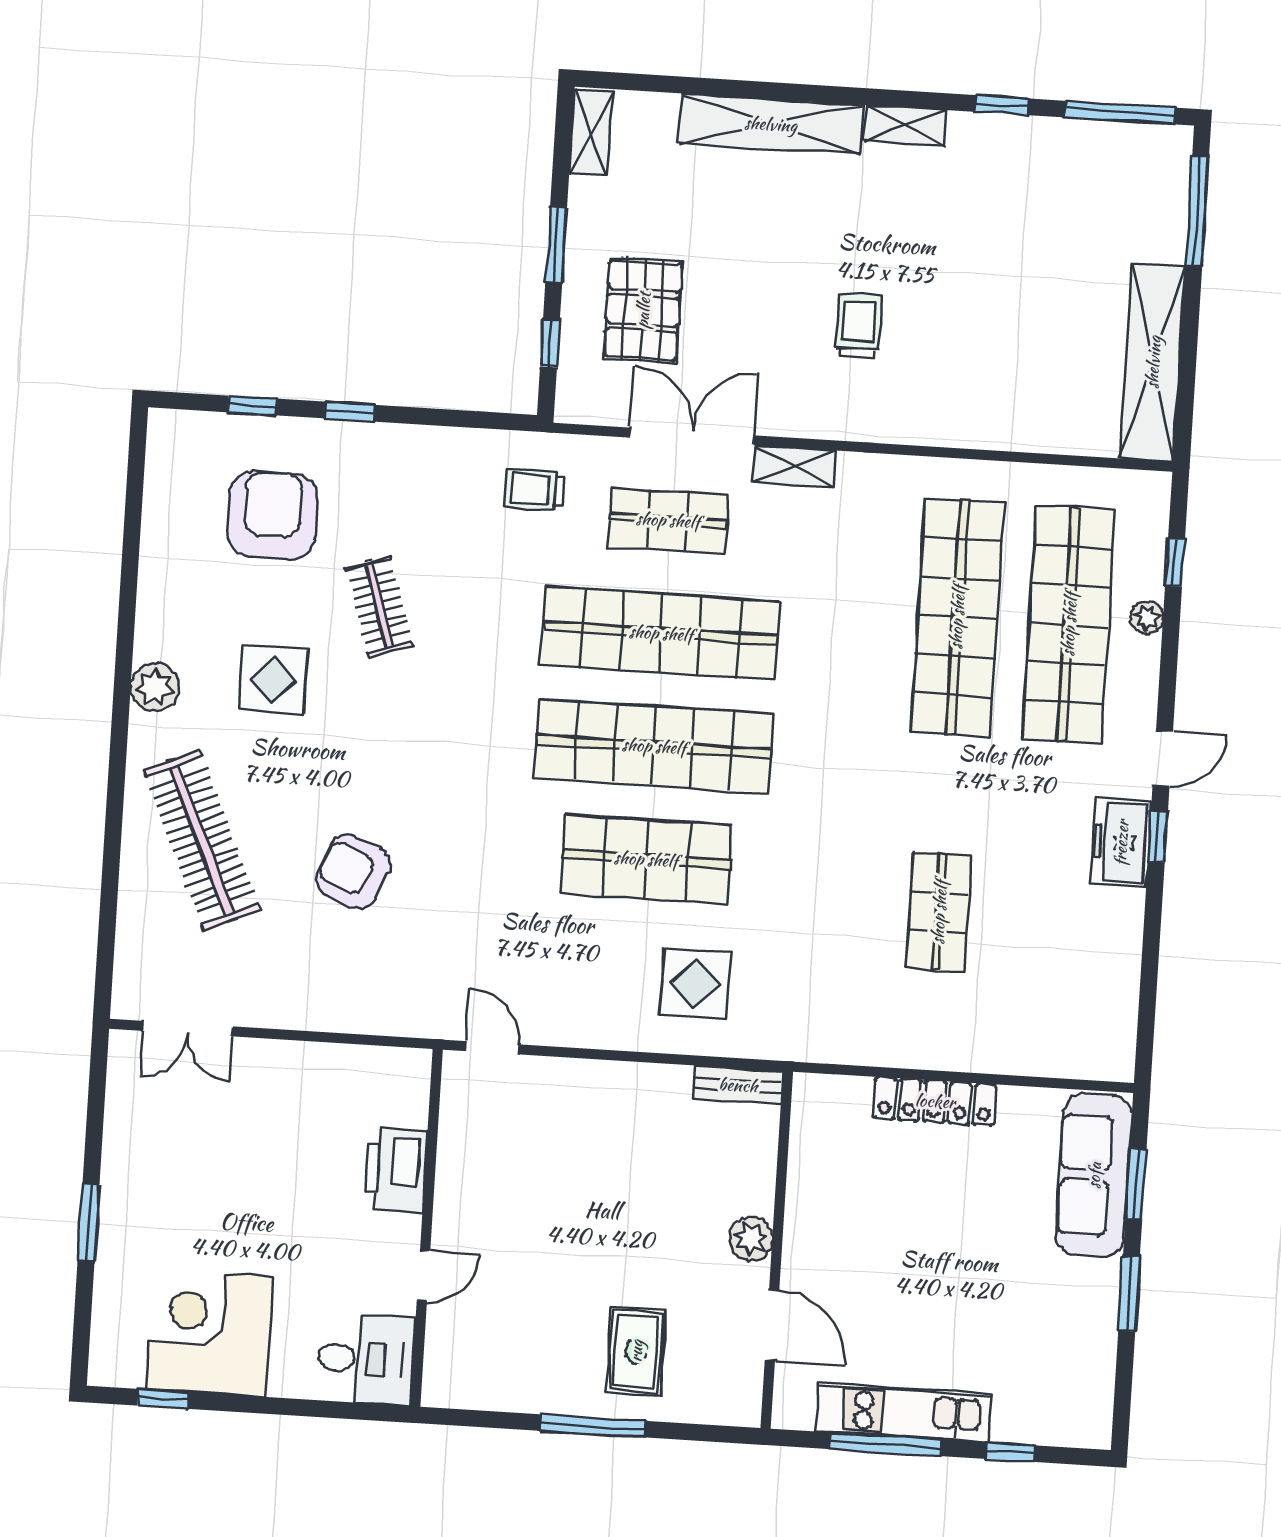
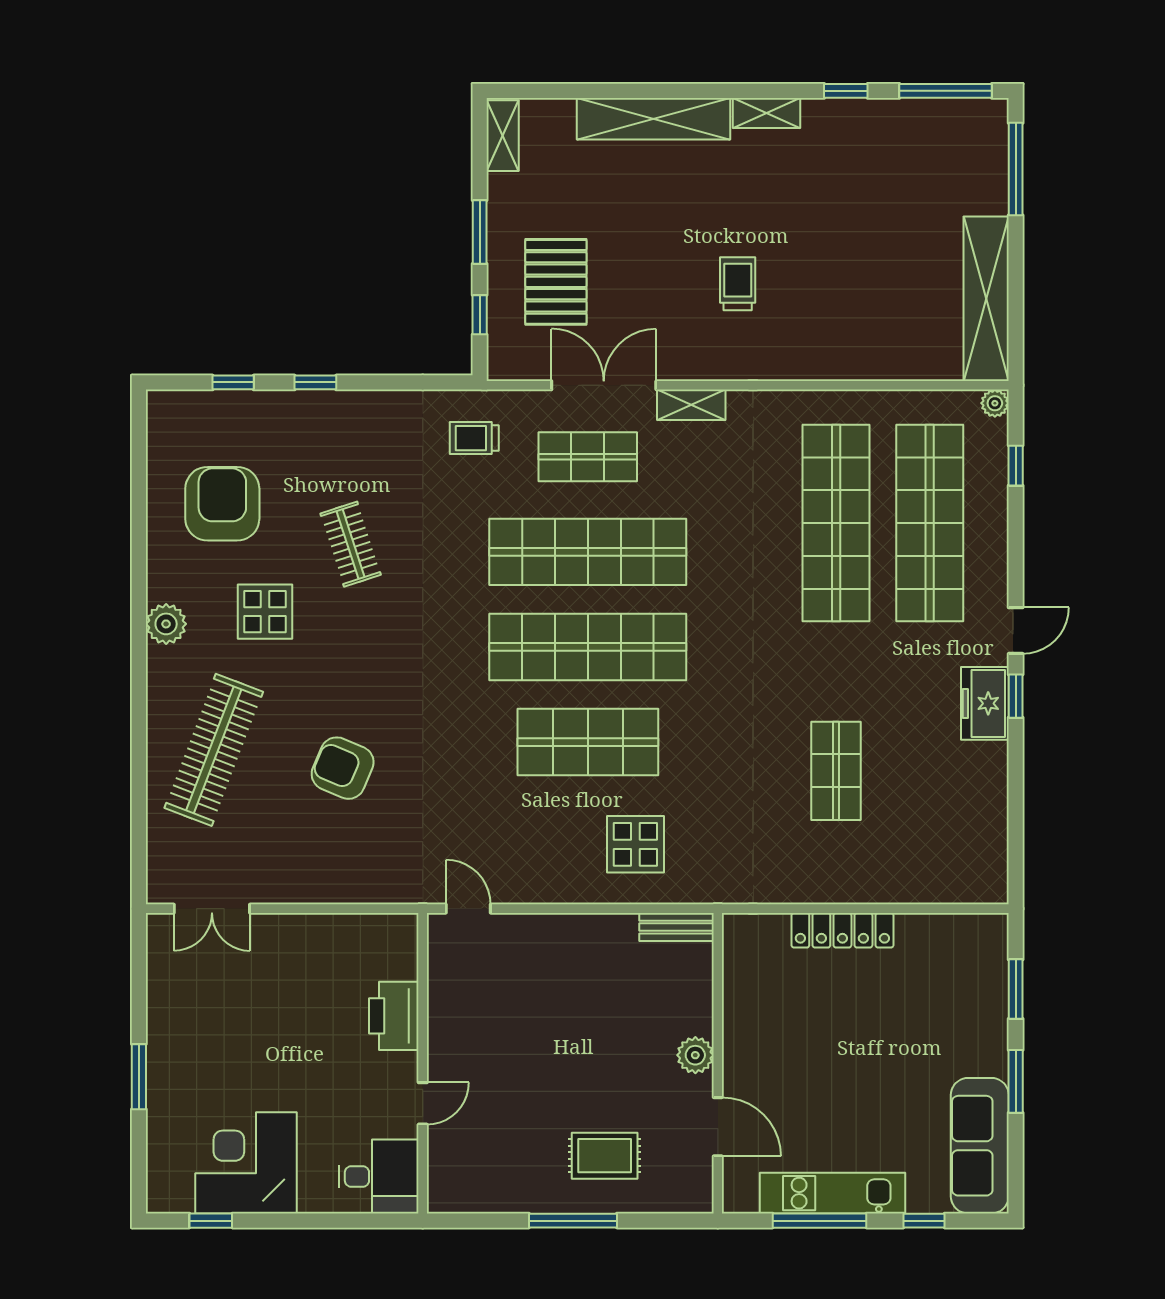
armchair: (272, 515) -> (222, 504), moved
plant: (1147, 618) -> (995, 403), moved
clothes rail: (202, 840) -> (214, 750), turned 45
sofa: (1094, 1175) -> (980, 1146), moved
rug: (636, 1351) -> (605, 1156), turned 90

